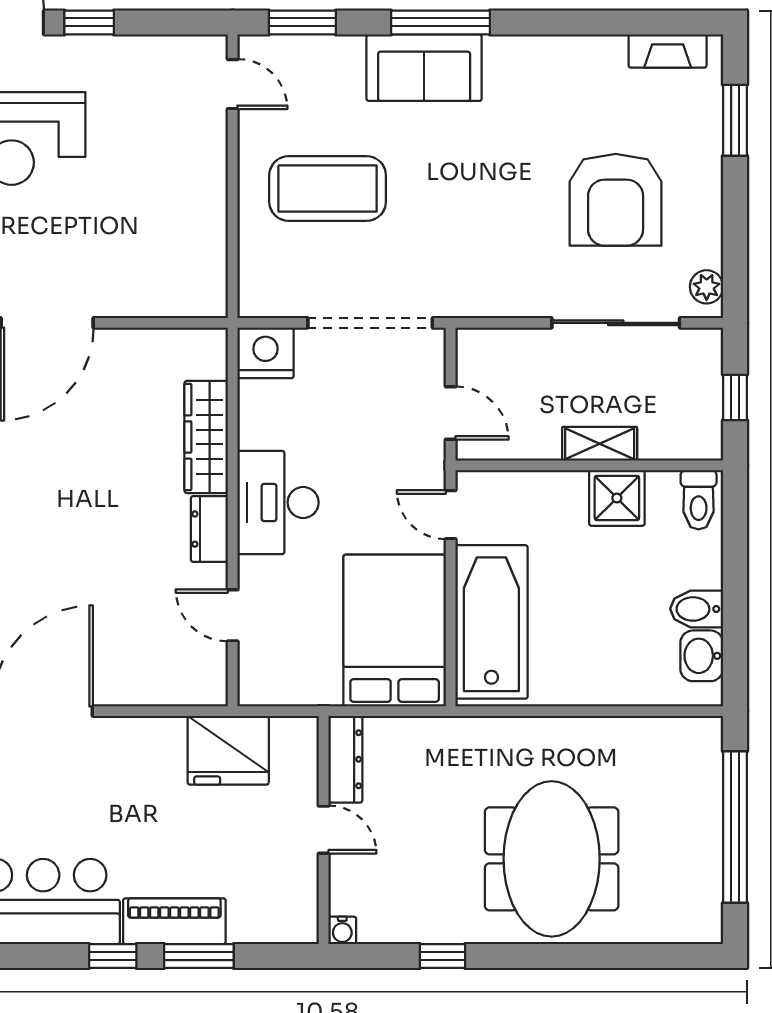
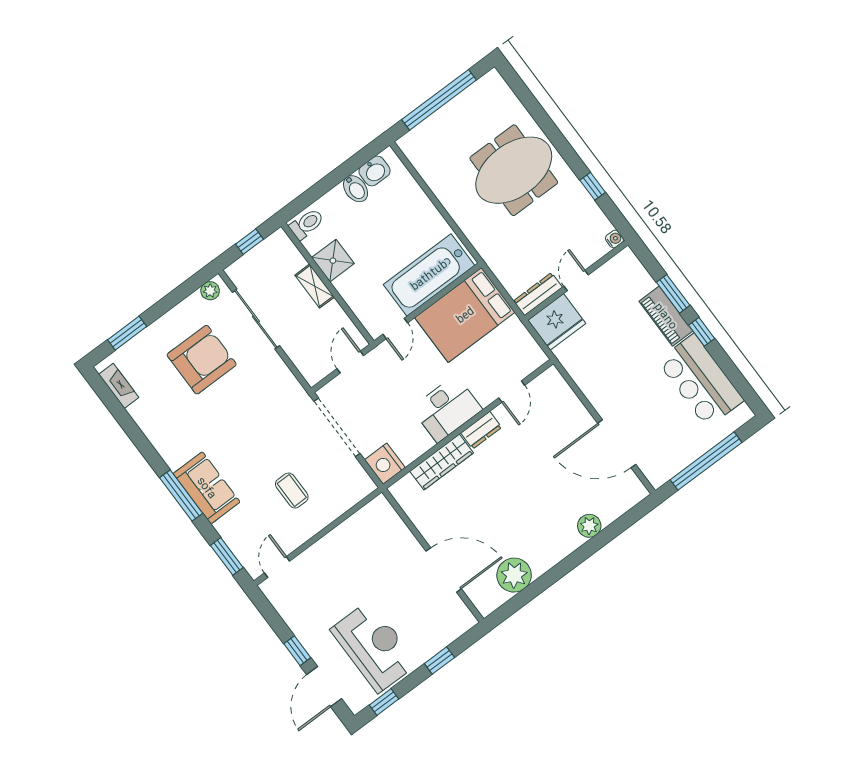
coffee table: (328, 188) -> (292, 491), width x0.54, depth x0.58
fridge: (228, 750) -> (557, 322), moved, turned 90

